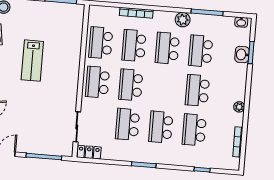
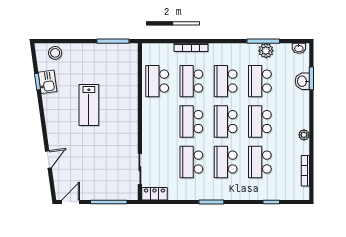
plant: (183, 20) -> (266, 51), moved
school desk: (97, 82) -> (226, 122), moved

